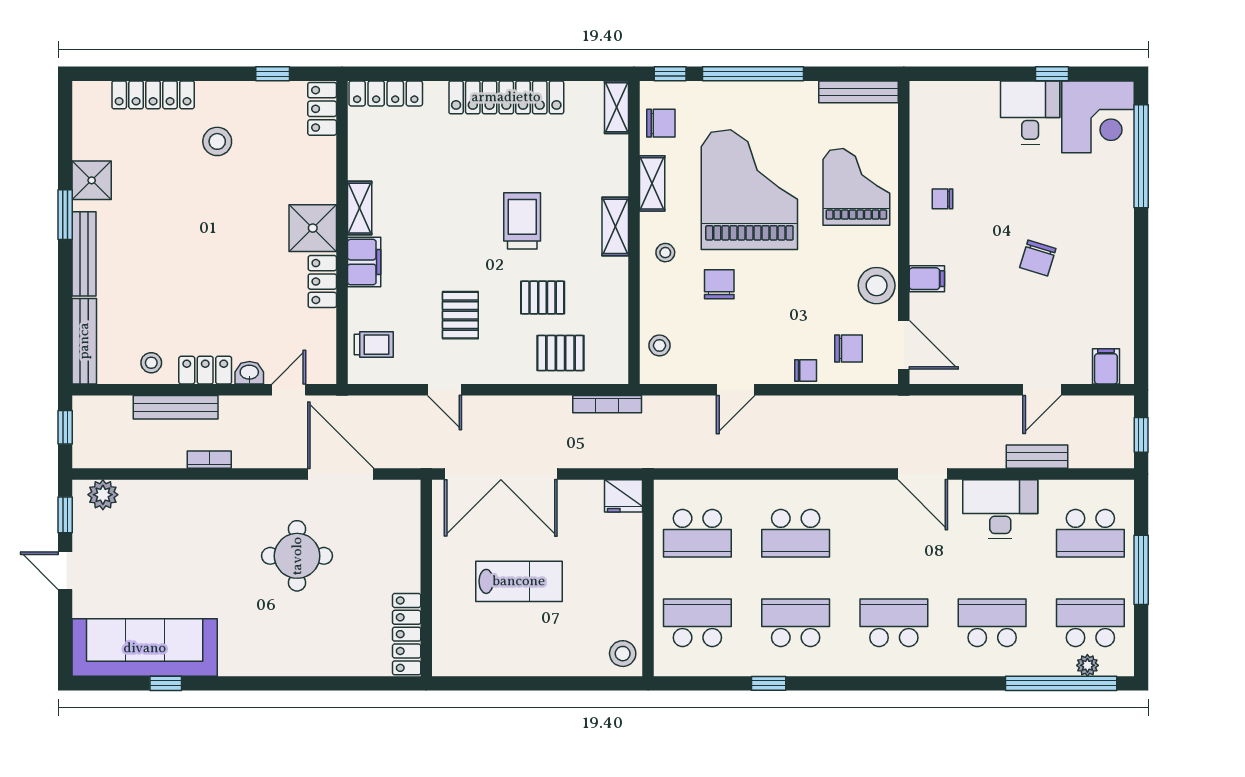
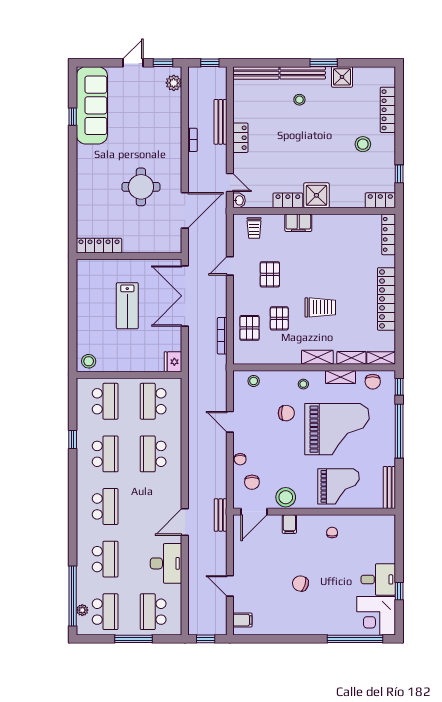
shelving: (360, 208) -> (351, 358), moved
pallet: (460, 315) -> (270, 274), turned 90
stool: (151, 363) -> (299, 100), moved
washbasin: (249, 373) -> (239, 200), moved
bookcase: (607, 404) -> (222, 336), moved
bench: (1037, 457) -> (221, 515), moved

